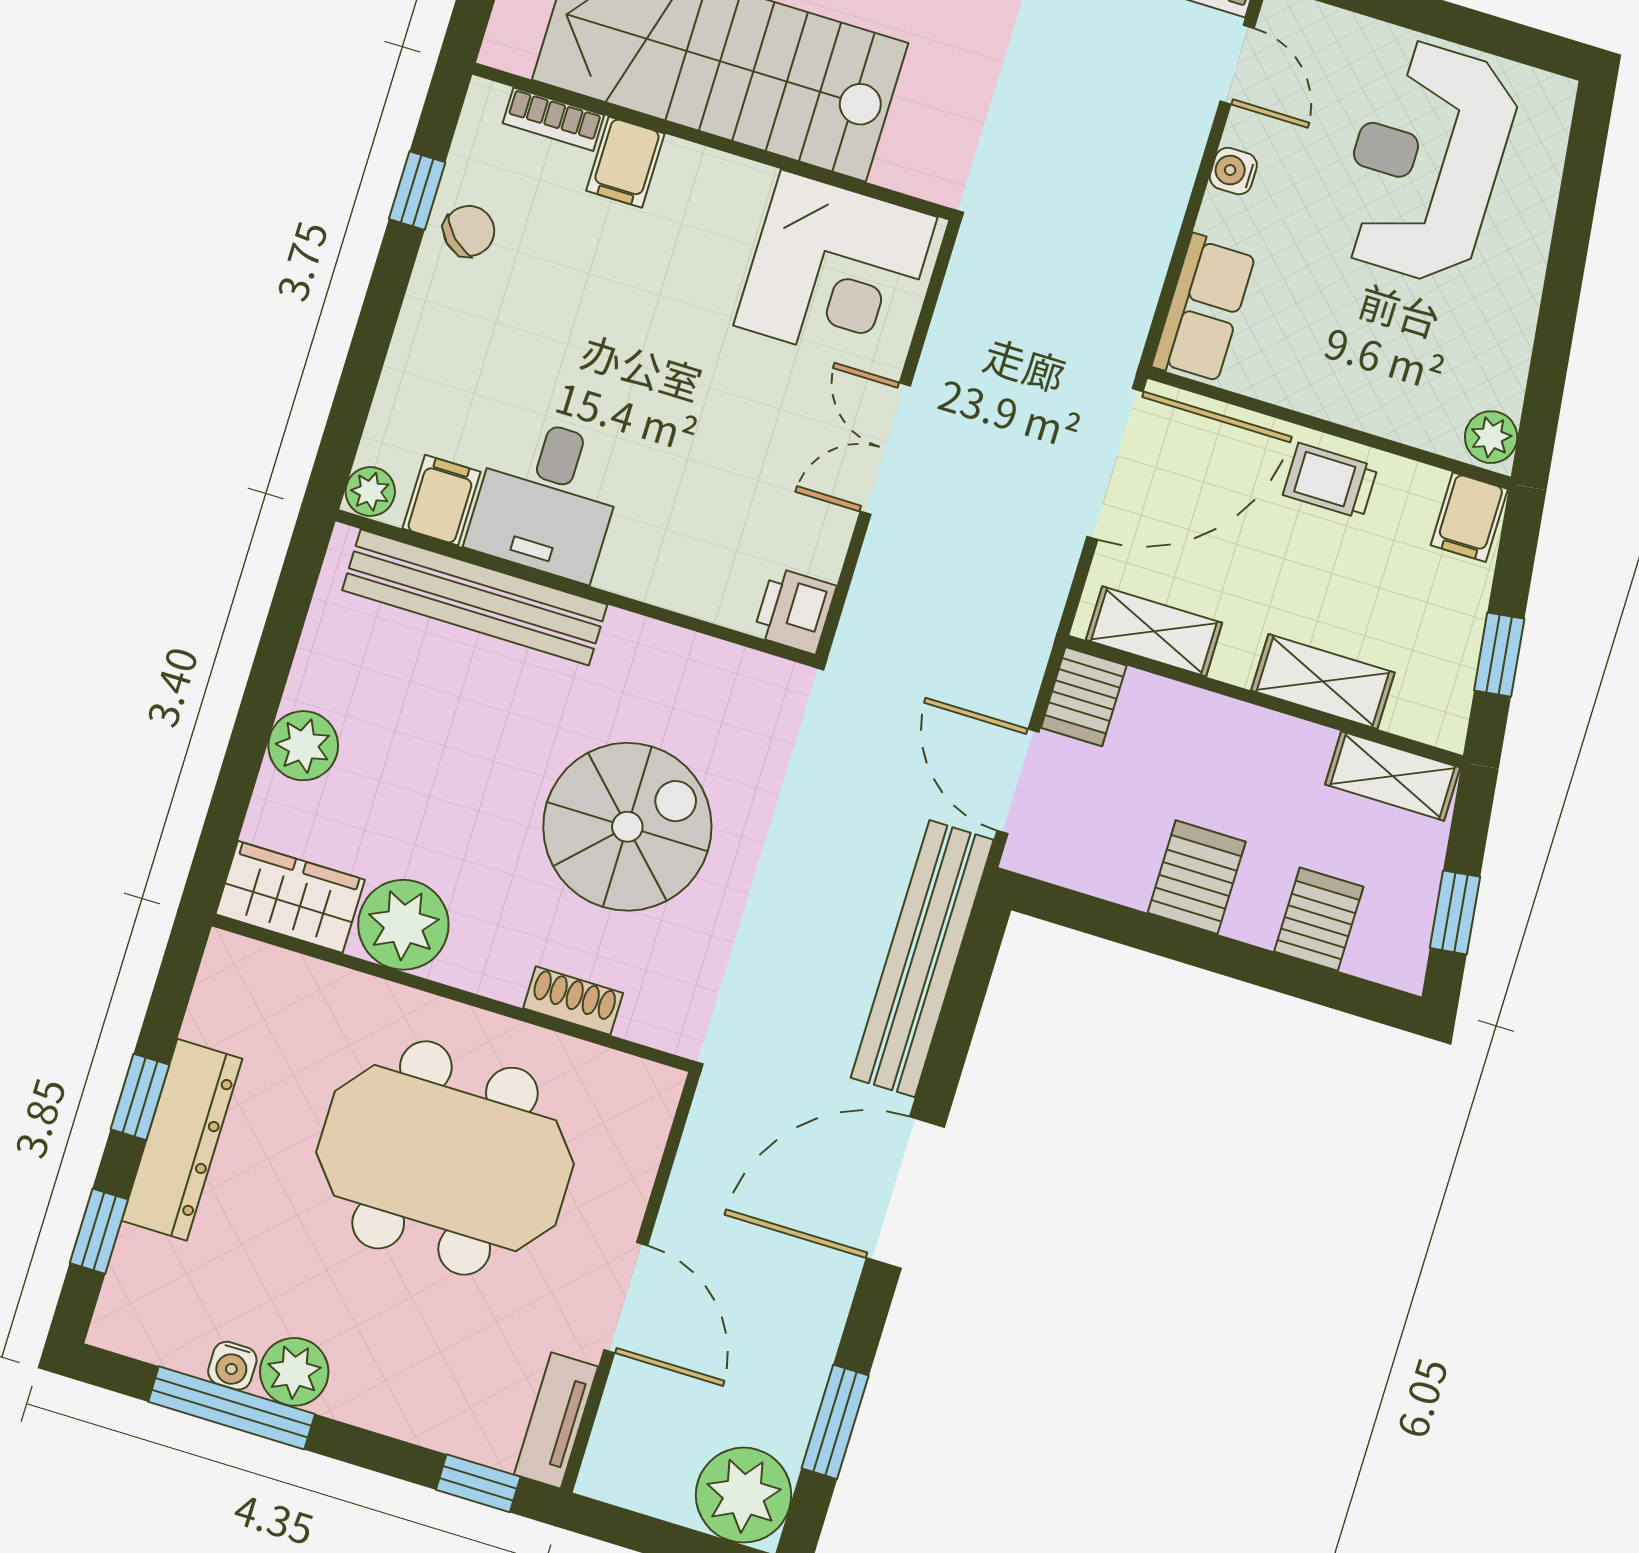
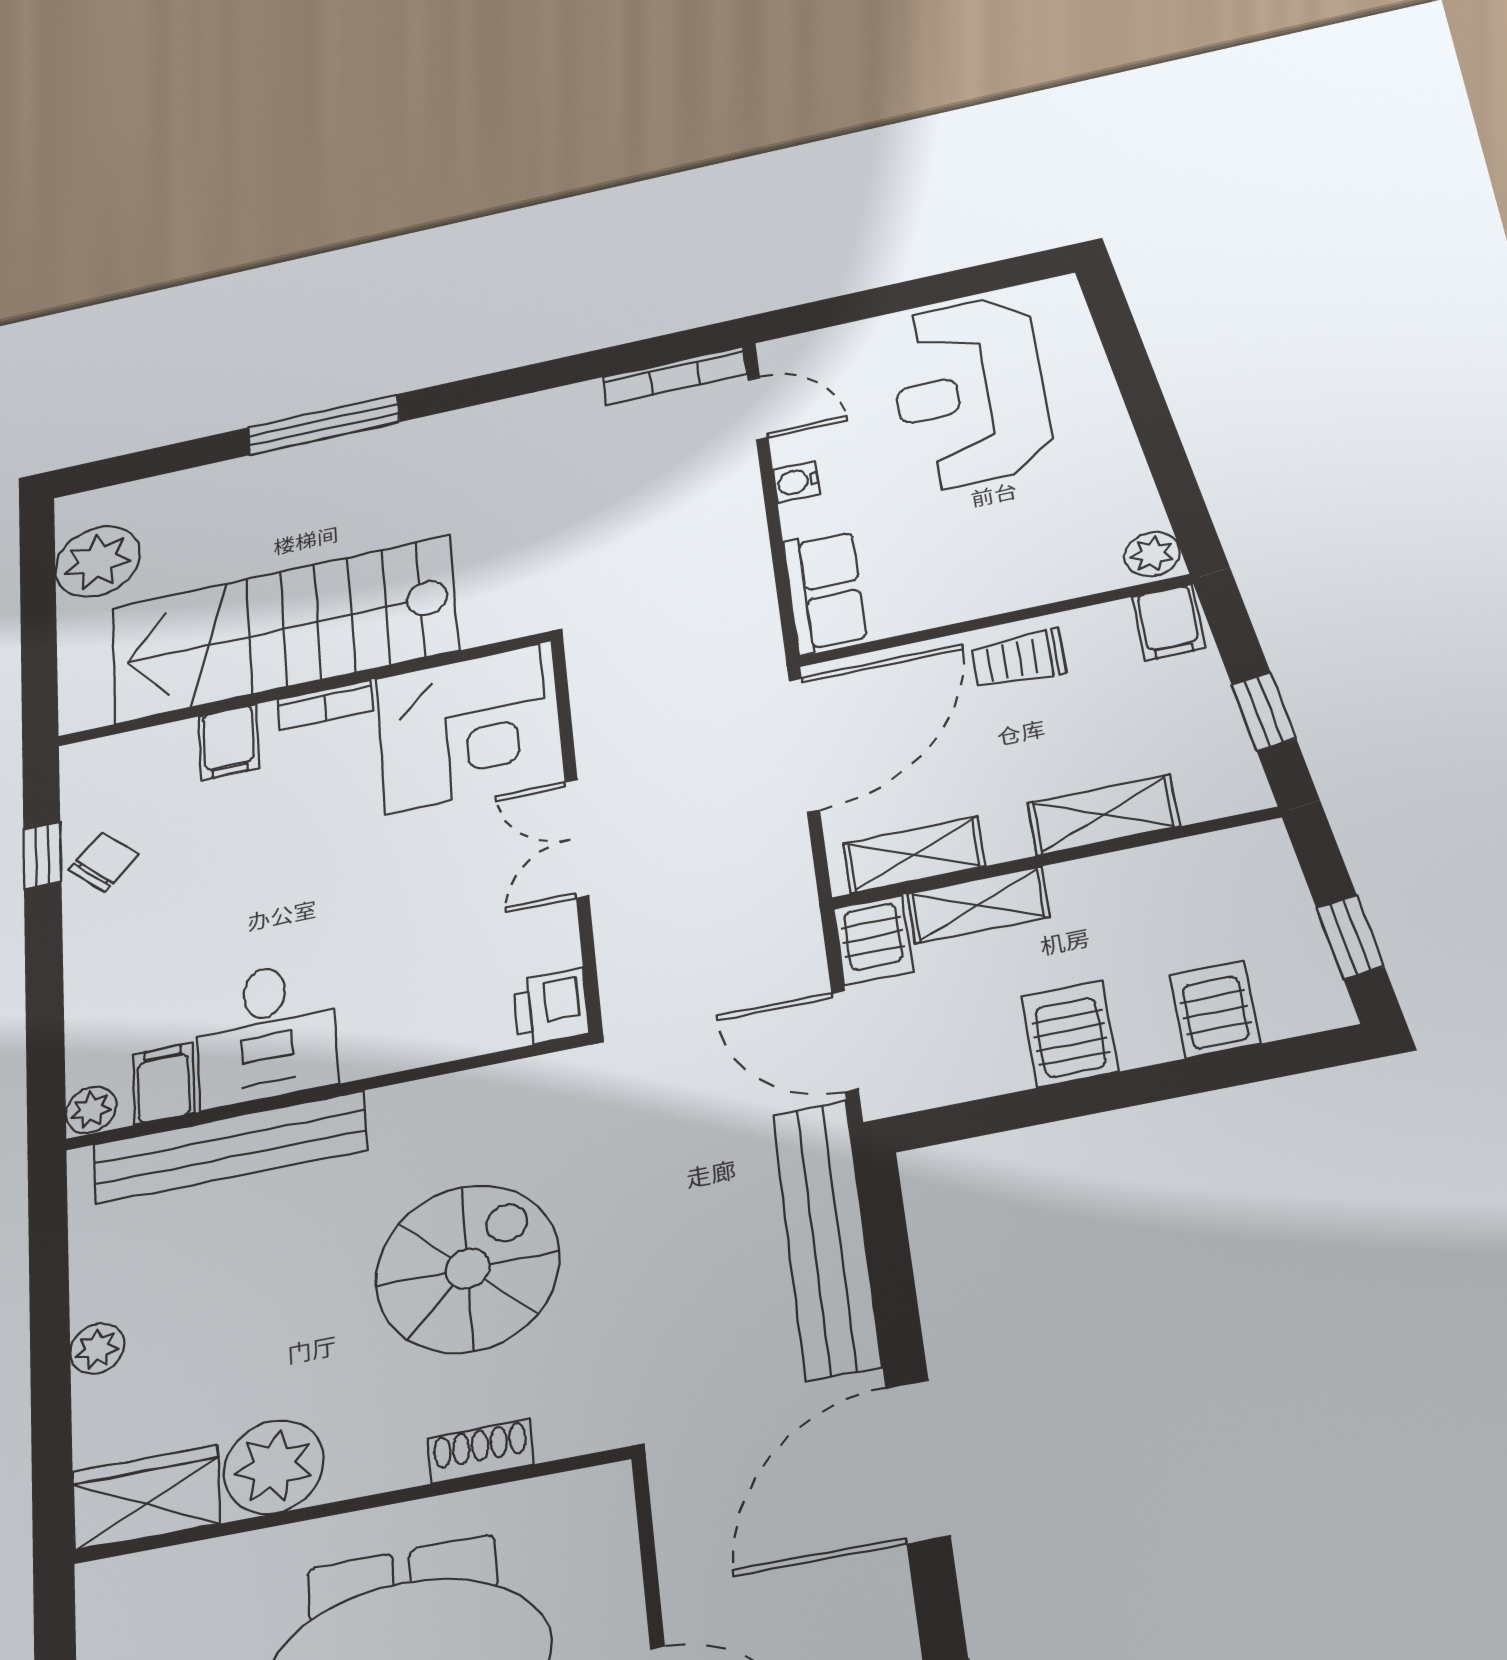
bookcase: (553, 119) -> (325, 705), moved
plant: (303, 746) -> (97, 1348), width x0.73, depth x0.73
shelving: (1393, 776) -> (978, 905), moved

